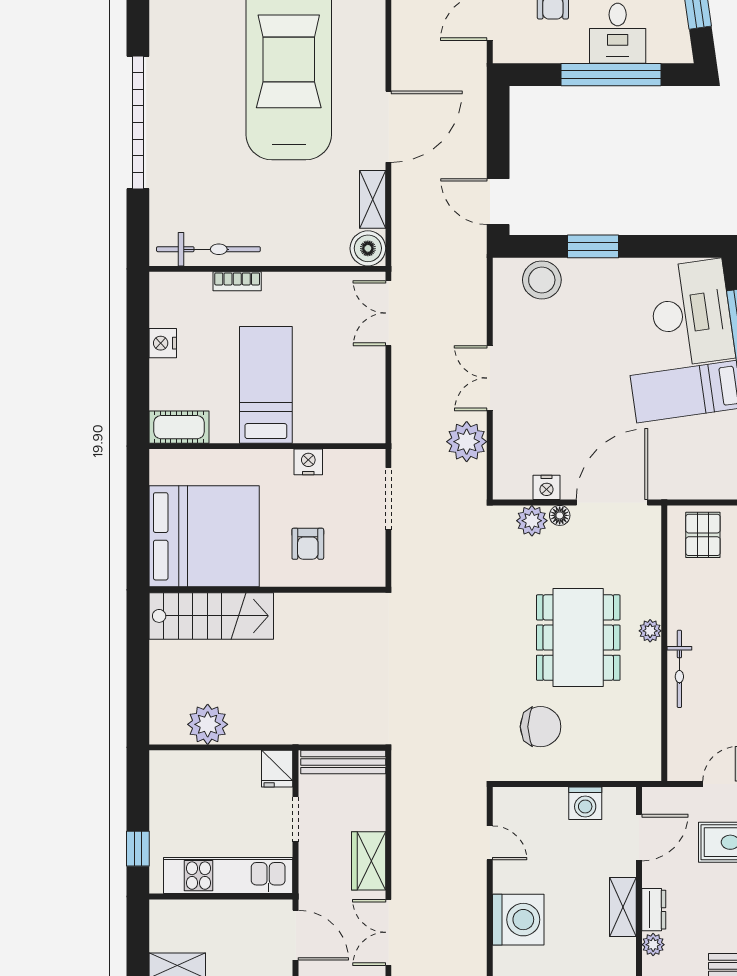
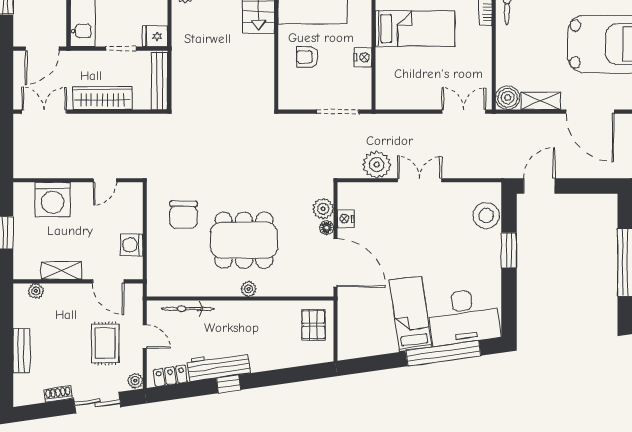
pallet: (703, 535) -> (313, 325), turned 90
bicycle: (679, 669) -> (188, 309), moved
wardrobe: (369, 861) -> (102, 98), width x1.50
dresser: (654, 910) -> (60, 291), removed

